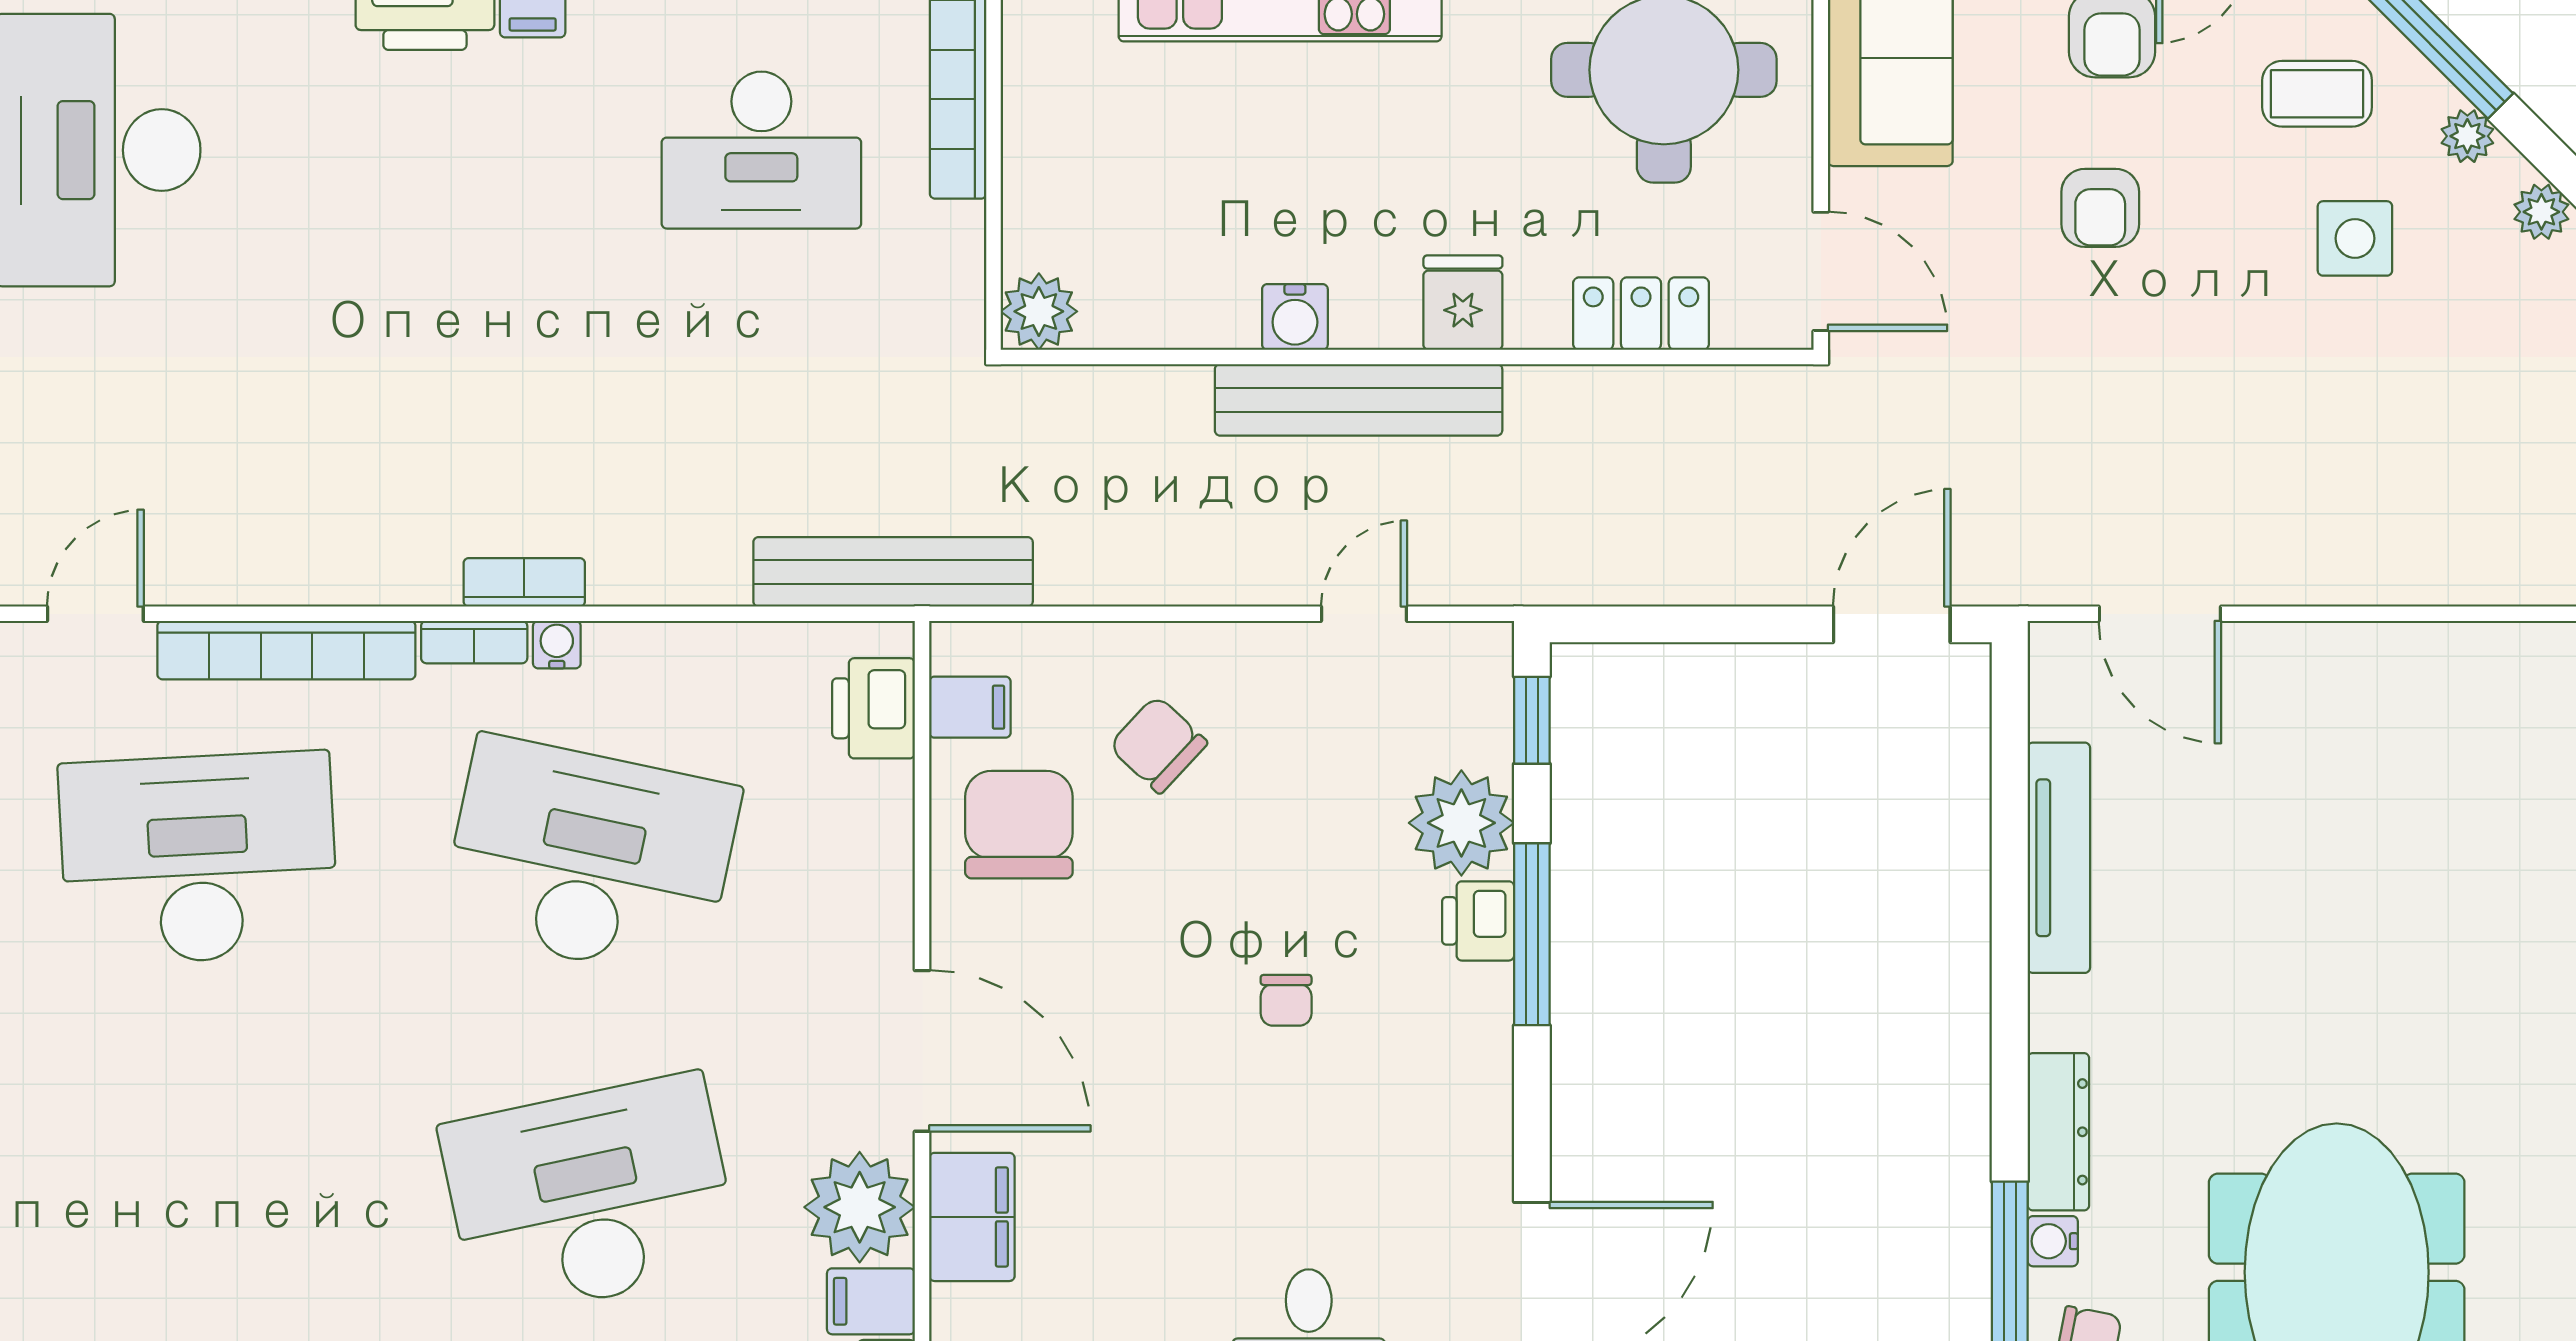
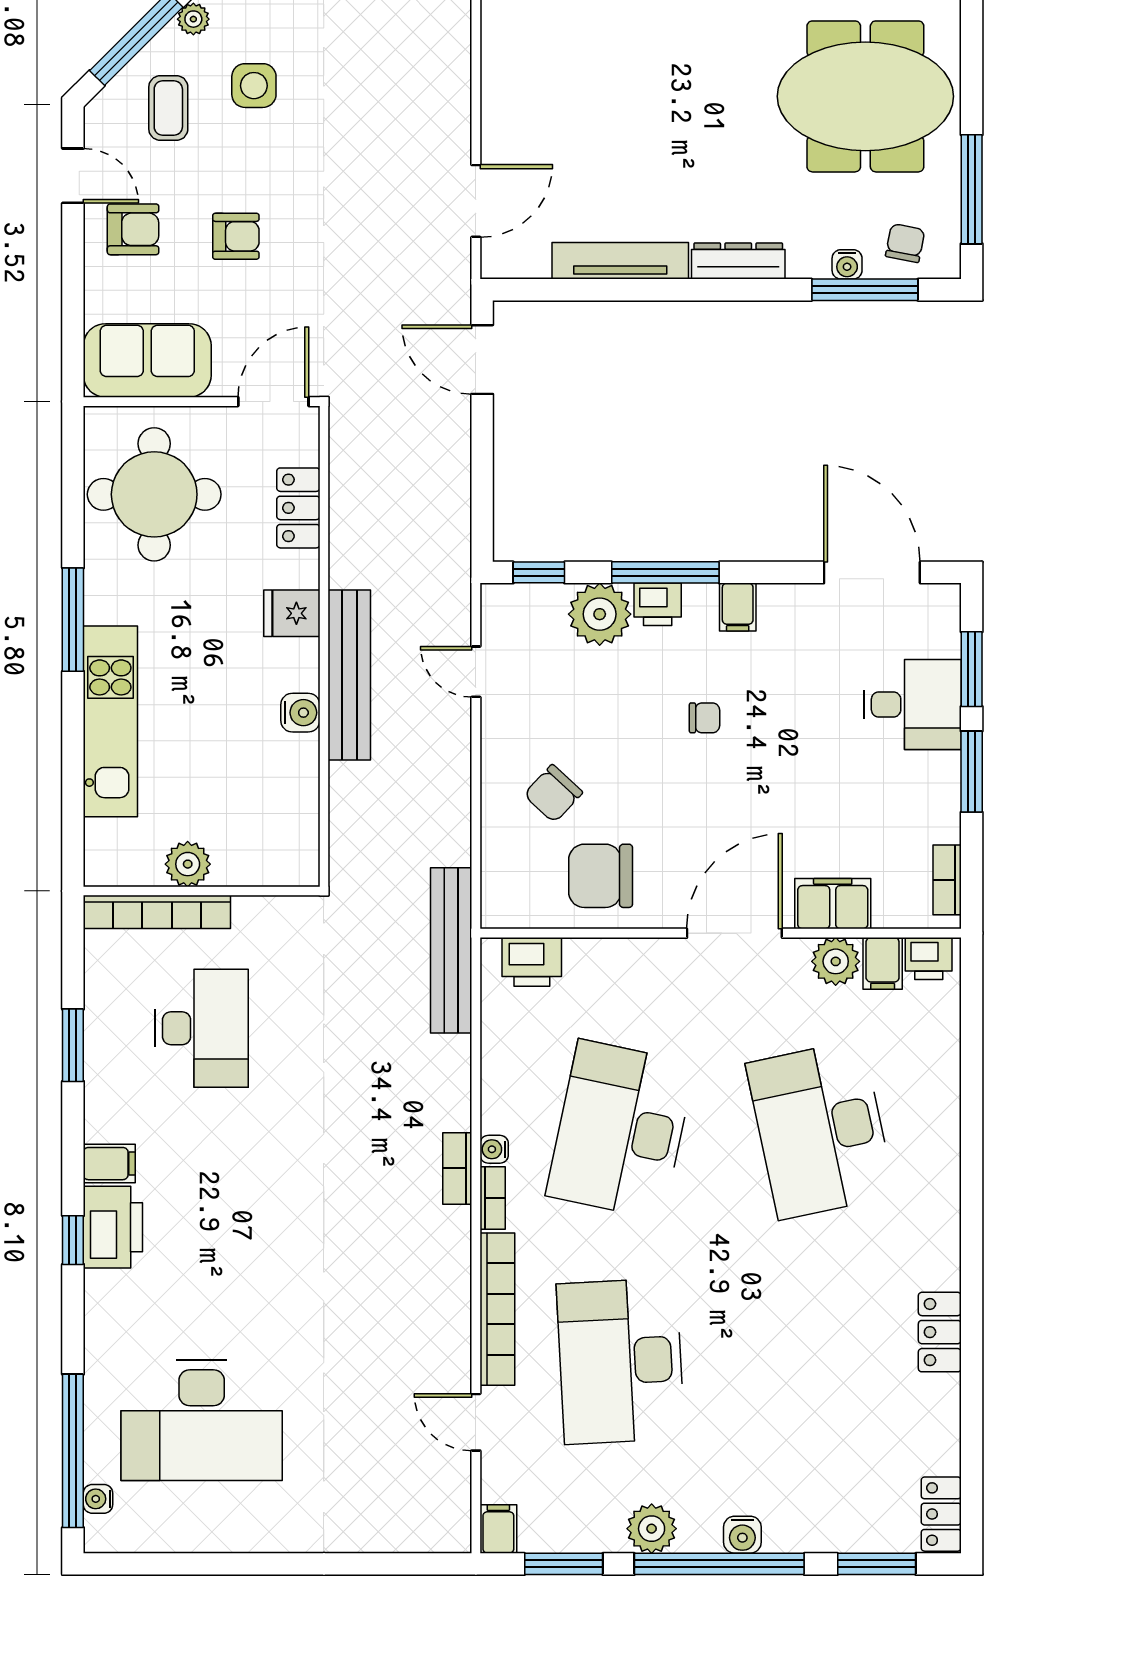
plant: (1039, 311) -> (188, 864), moved
filing cabinet: (970, 707) -> (738, 607), moved, turned 180
dresser: (2058, 1132) -> (738, 261), moved
plant: (860, 1207) -> (836, 961), width x0.73, depth x0.73

